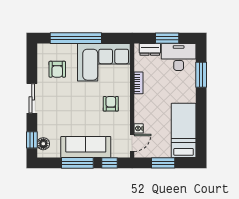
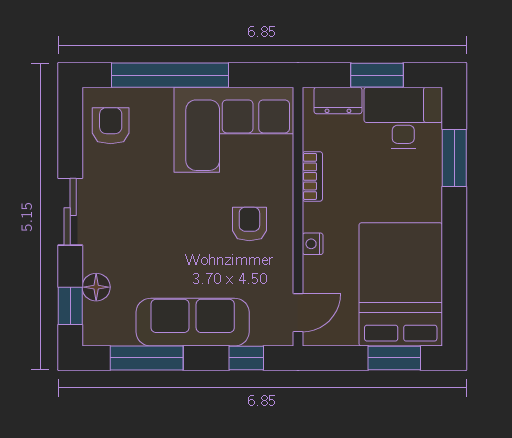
armchair: (57, 69) -> (111, 126), moved, turned 180
nightstand: (139, 128) -> (313, 244), moved
bed: (184, 130) -> (401, 284), width x1.50
floor lamp: (43, 144) -> (96, 287), moved
window: (77, 163) -> (147, 358), moved
window: (163, 163) -> (394, 358), moved

